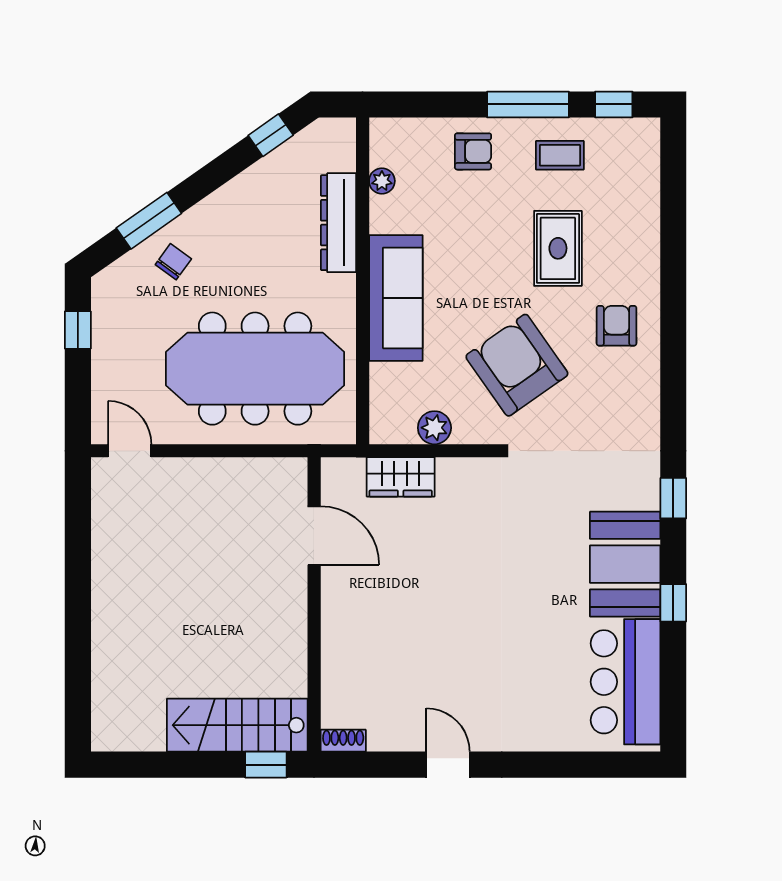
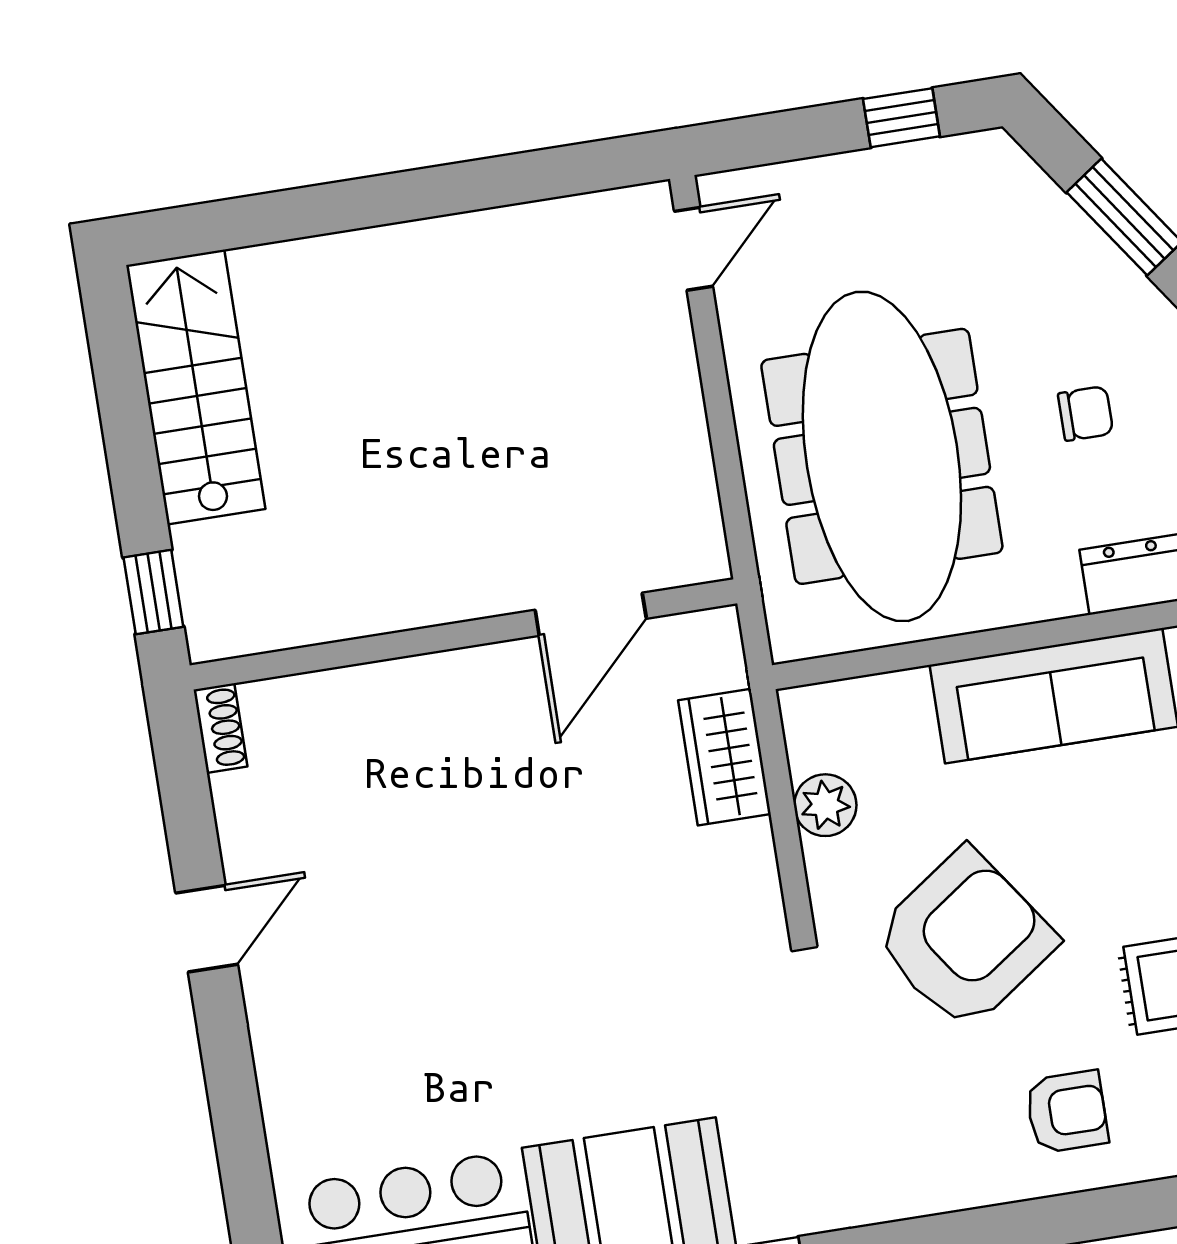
chair: (173, 262) -> (1086, 413), moved, turned -36
stairs: (237, 725) -> (196, 387), moved

